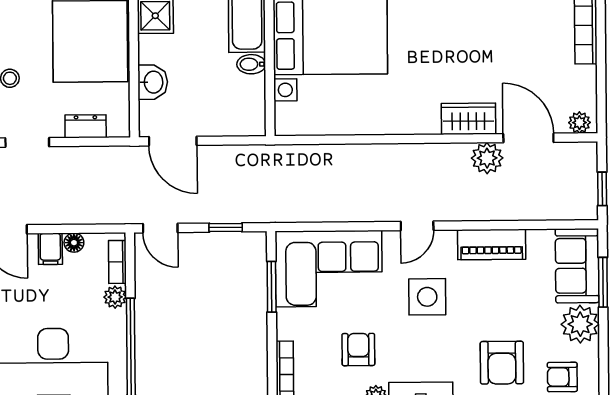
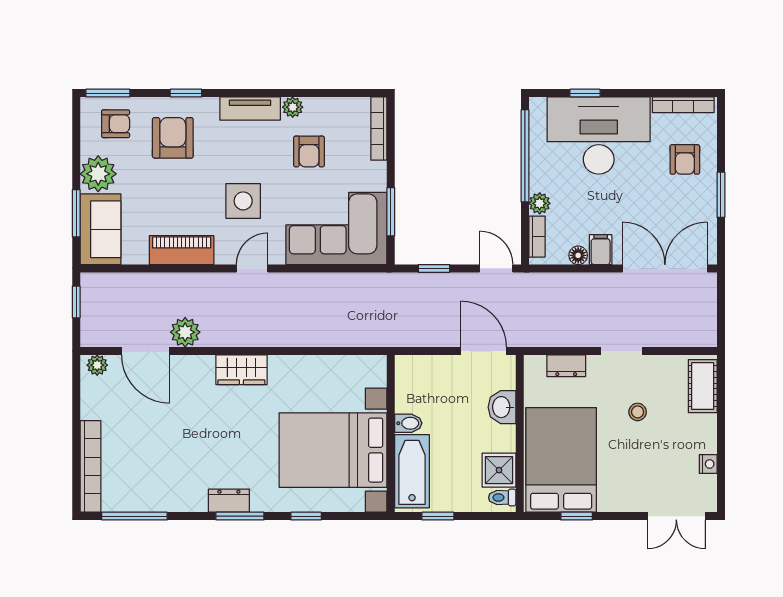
wardrobe: (468, 119) -> (241, 370), moved

